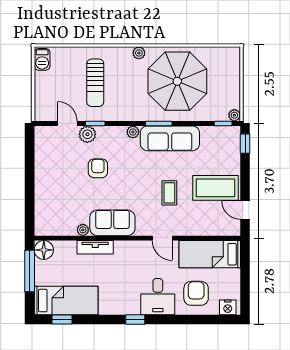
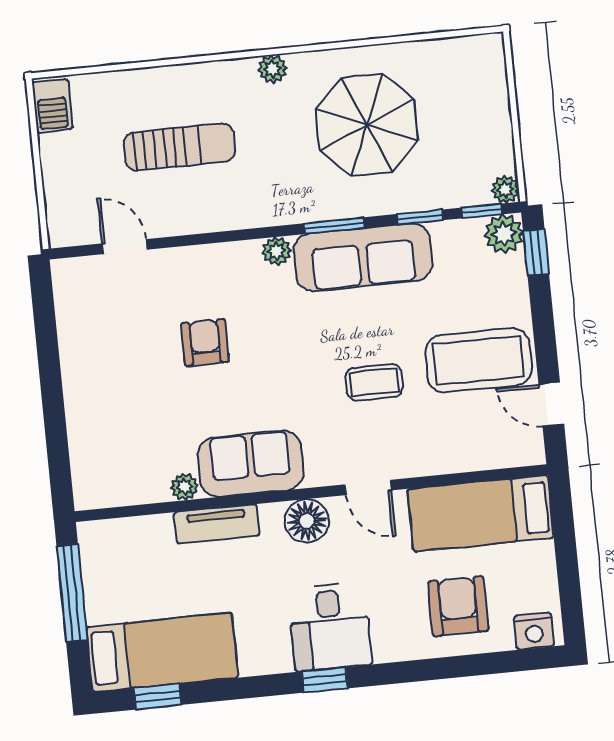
parasol: (177, 81) -> (367, 125), width x0.73, depth x0.73
sun lounger: (95, 83) -> (179, 147), turned -90
window: (95, 123) -> (420, 217), moved
plant: (87, 134) -> (504, 234), moved
coffee table: (169, 193) -> (374, 382), turned 90
floor lamp: (44, 250) -> (307, 521), moved
desk: (158, 297) -> (330, 627), moved

